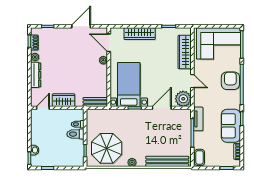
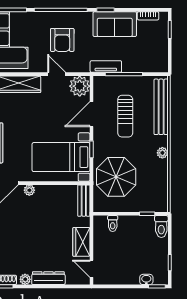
door: (192, 81) -> (57, 74), hinge flipped
armchair: (230, 81) -> (62, 40), moved, turned -90
door: (162, 108) -> (91, 114), hinge flipped
toilet: (75, 134) -> (161, 227), moved
sun lounger: (160, 134) -> (125, 116), added
parasol: (107, 148) -> (116, 177), moved
coffee table: (199, 157) -> (156, 65), removed

